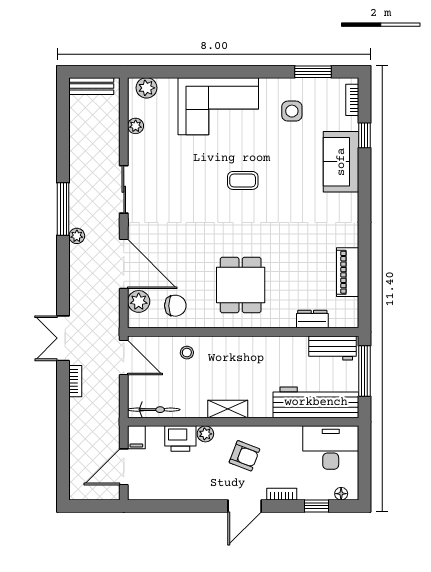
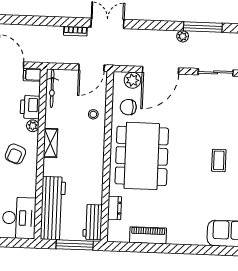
dining table: (241, 285) -> (142, 156), width x1.87, depth x1.24
chair: (175, 306) -> (128, 107), turned 90

